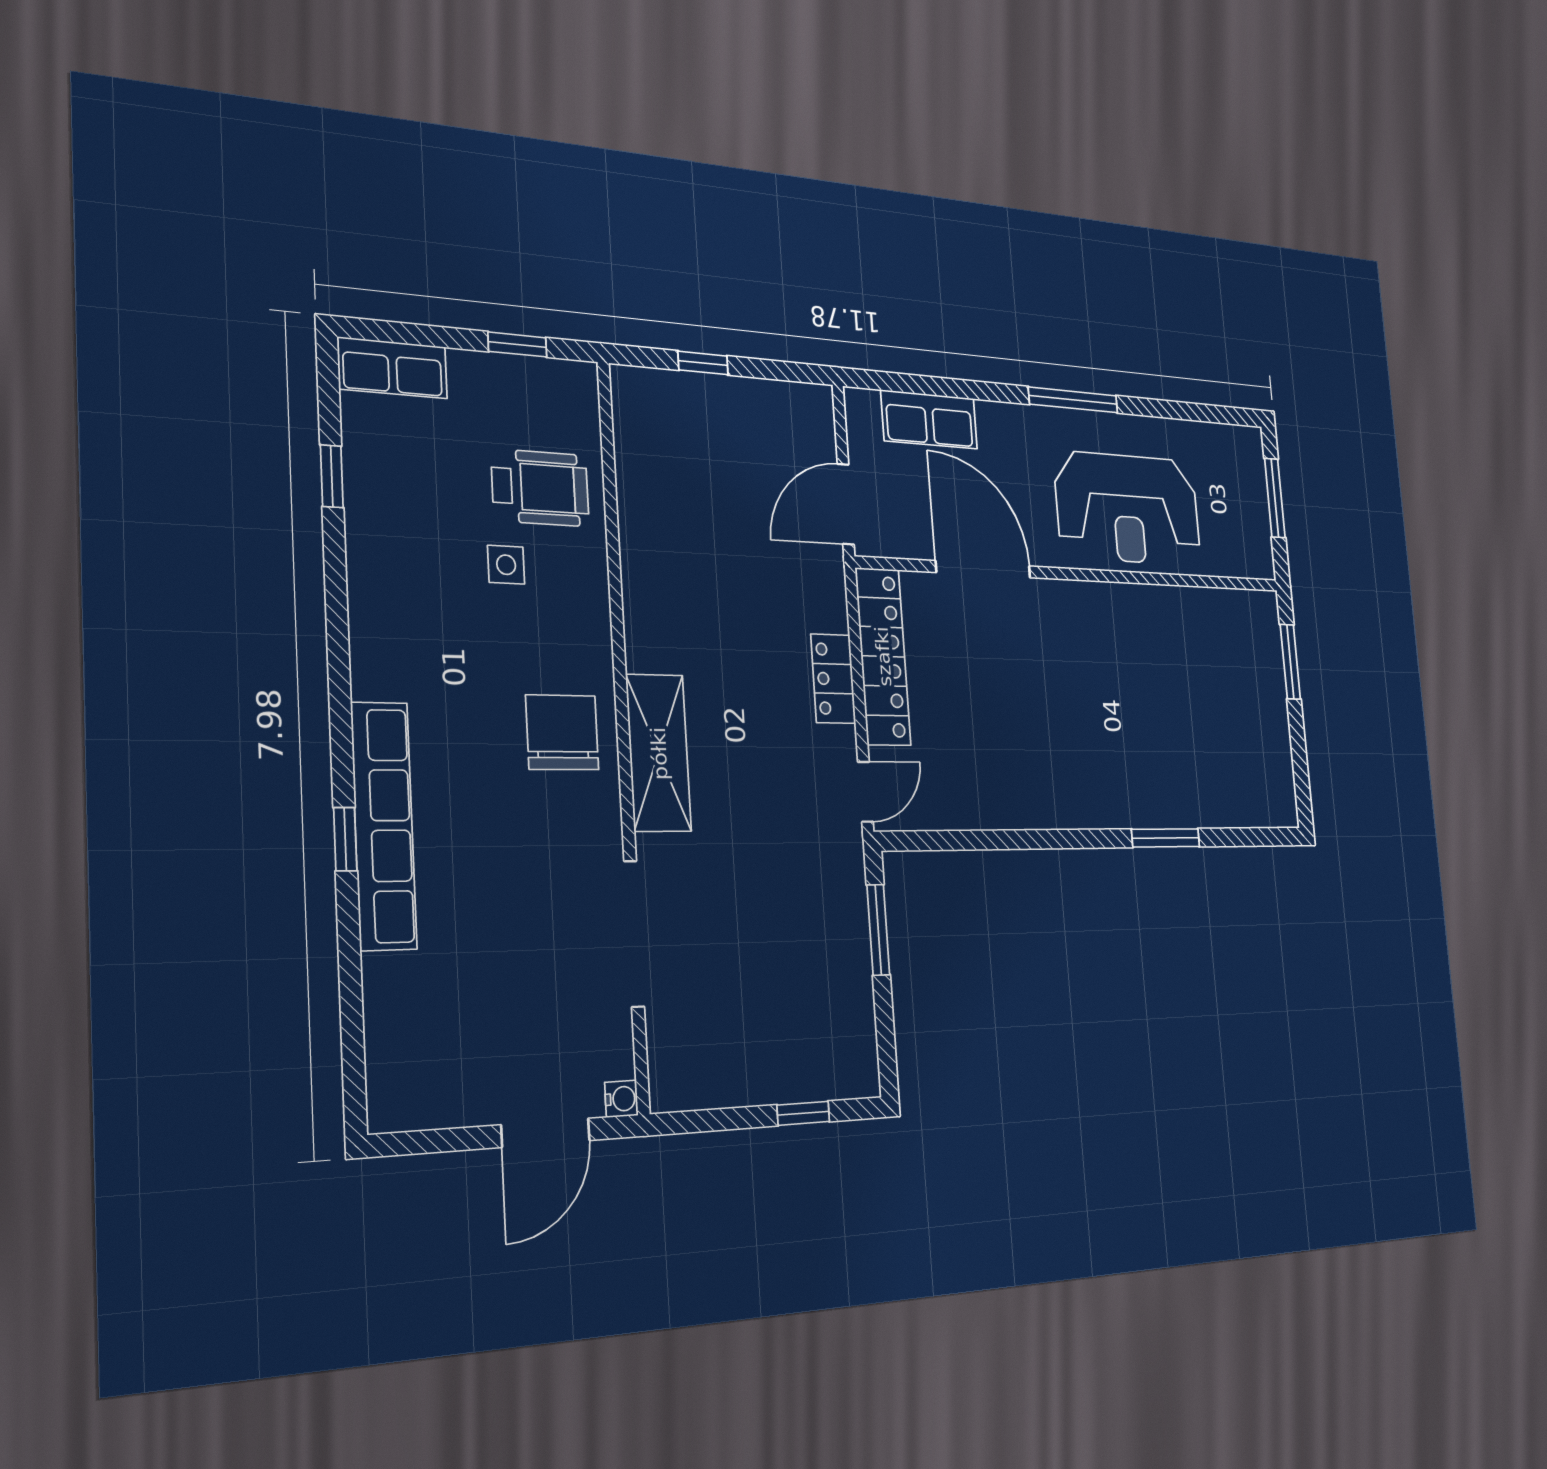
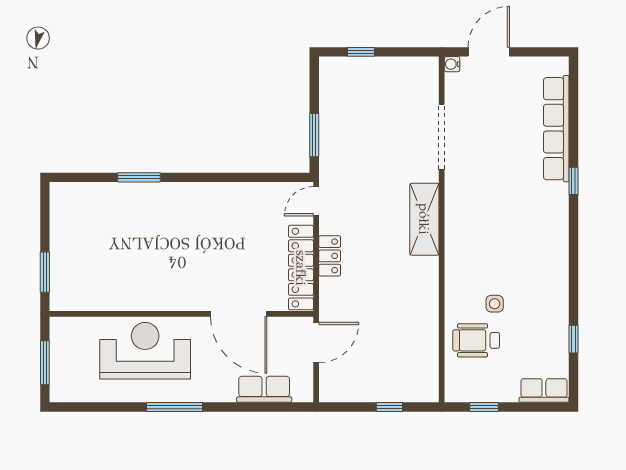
chair: (562, 732) -> (472, 228), removed
row of seats: (384, 826) -> (556, 129), moved

